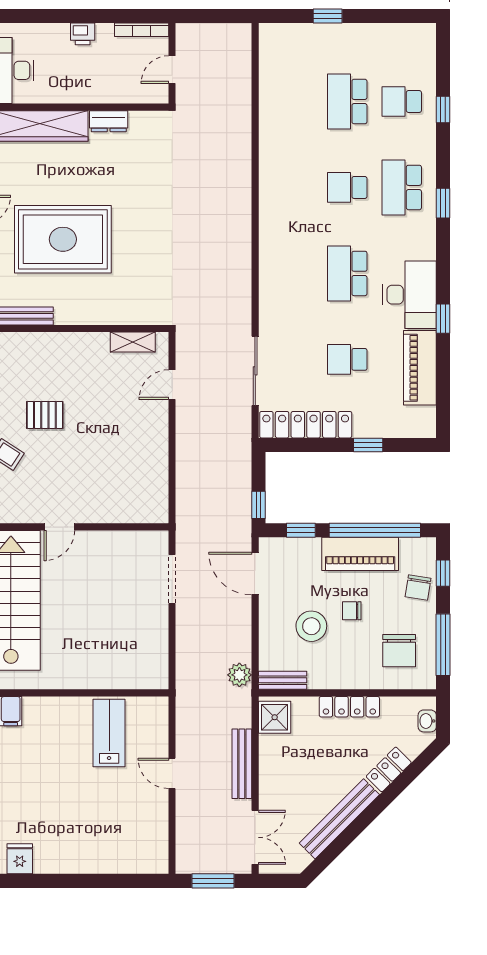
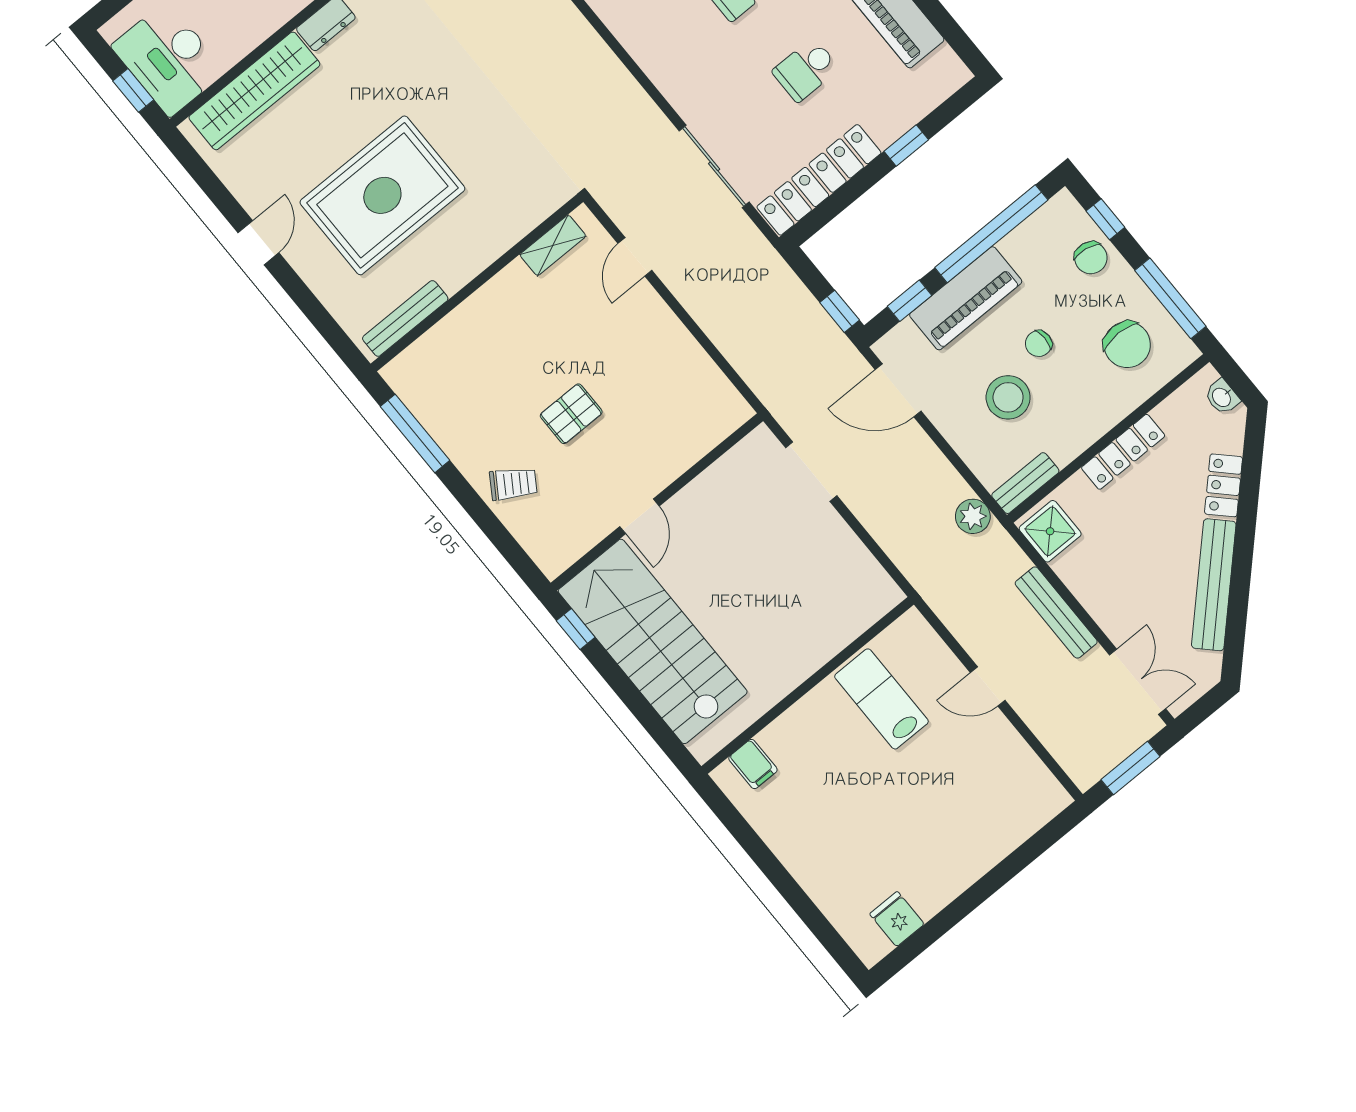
pallet: (45, 415) -> (571, 414), moved
piano: (360, 554) -> (966, 298), moved

